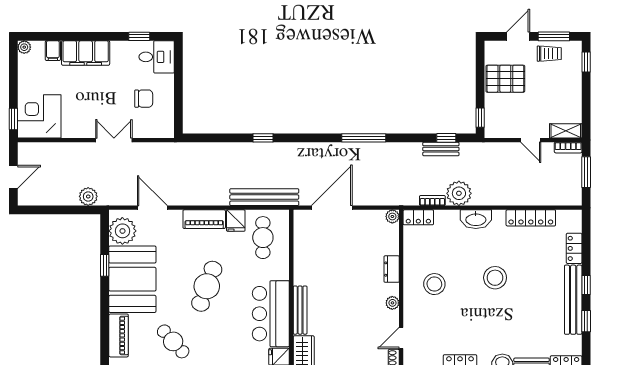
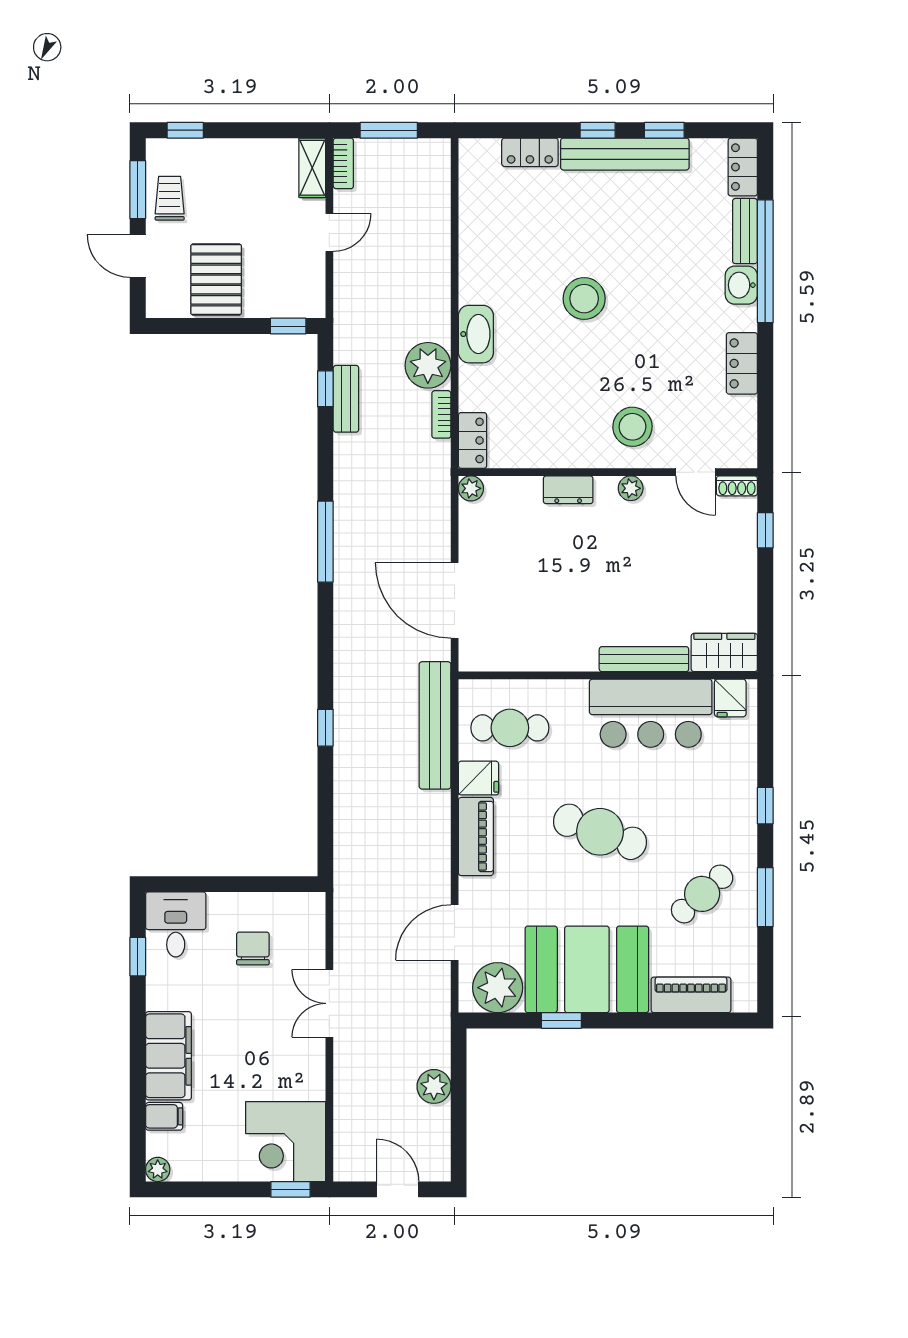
plant: (88, 196) -> (434, 1086), moved
locker: (531, 218) -> (473, 232), removed
stool: (434, 284) -> (632, 427), moved

